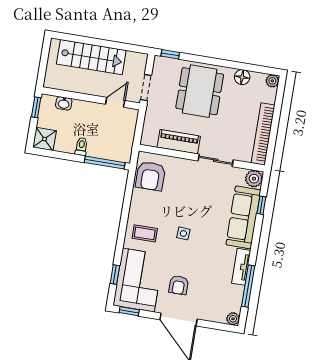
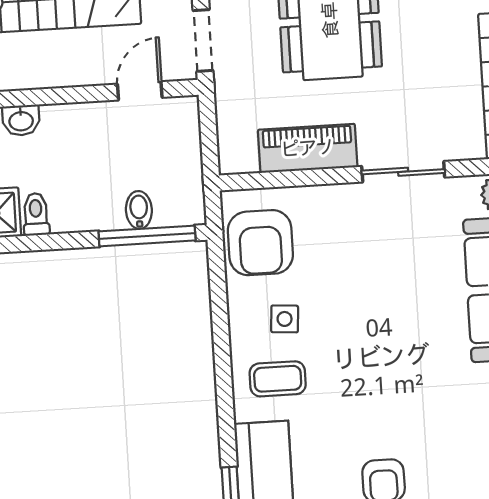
toilet: (81, 147) -> (36, 214), moved
bidet: (104, 151) -> (139, 210), added
side table: (183, 233) -> (285, 319), moved

